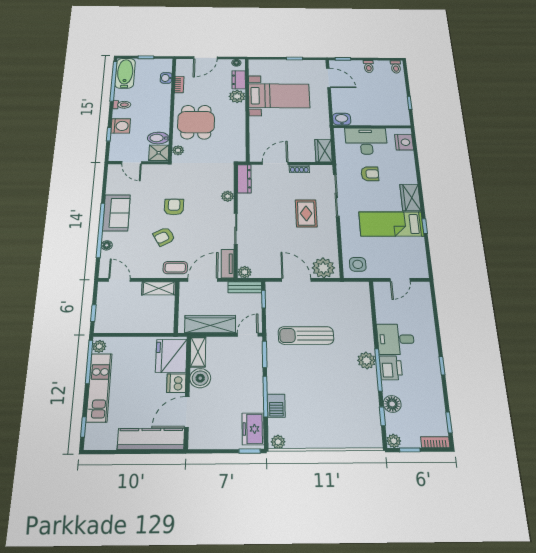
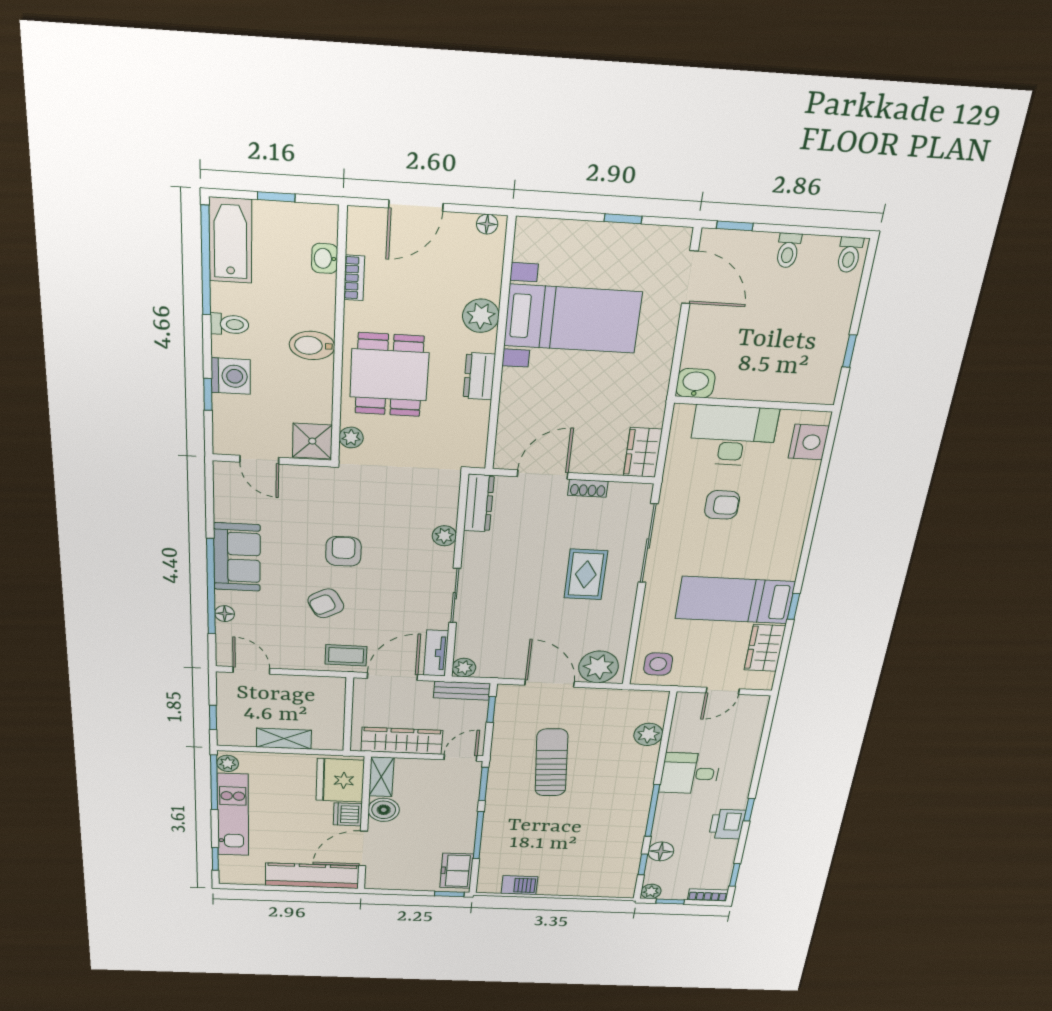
dresser: (239, 80) -> (479, 376), moved
bidet: (158, 138) -> (312, 345), moved
wardrobe: (410, 198) -> (765, 648), moved
shelving: (159, 288) -> (284, 739), moved
sun lounger: (306, 335) -> (551, 763), turned 86
plant: (366, 360) -> (648, 734), moved
printer: (391, 368) -> (727, 824), moved, turned 180
barbecue: (276, 406) -> (519, 885), moved, turned -90
plant: (278, 442) -> (490, 886), removed

